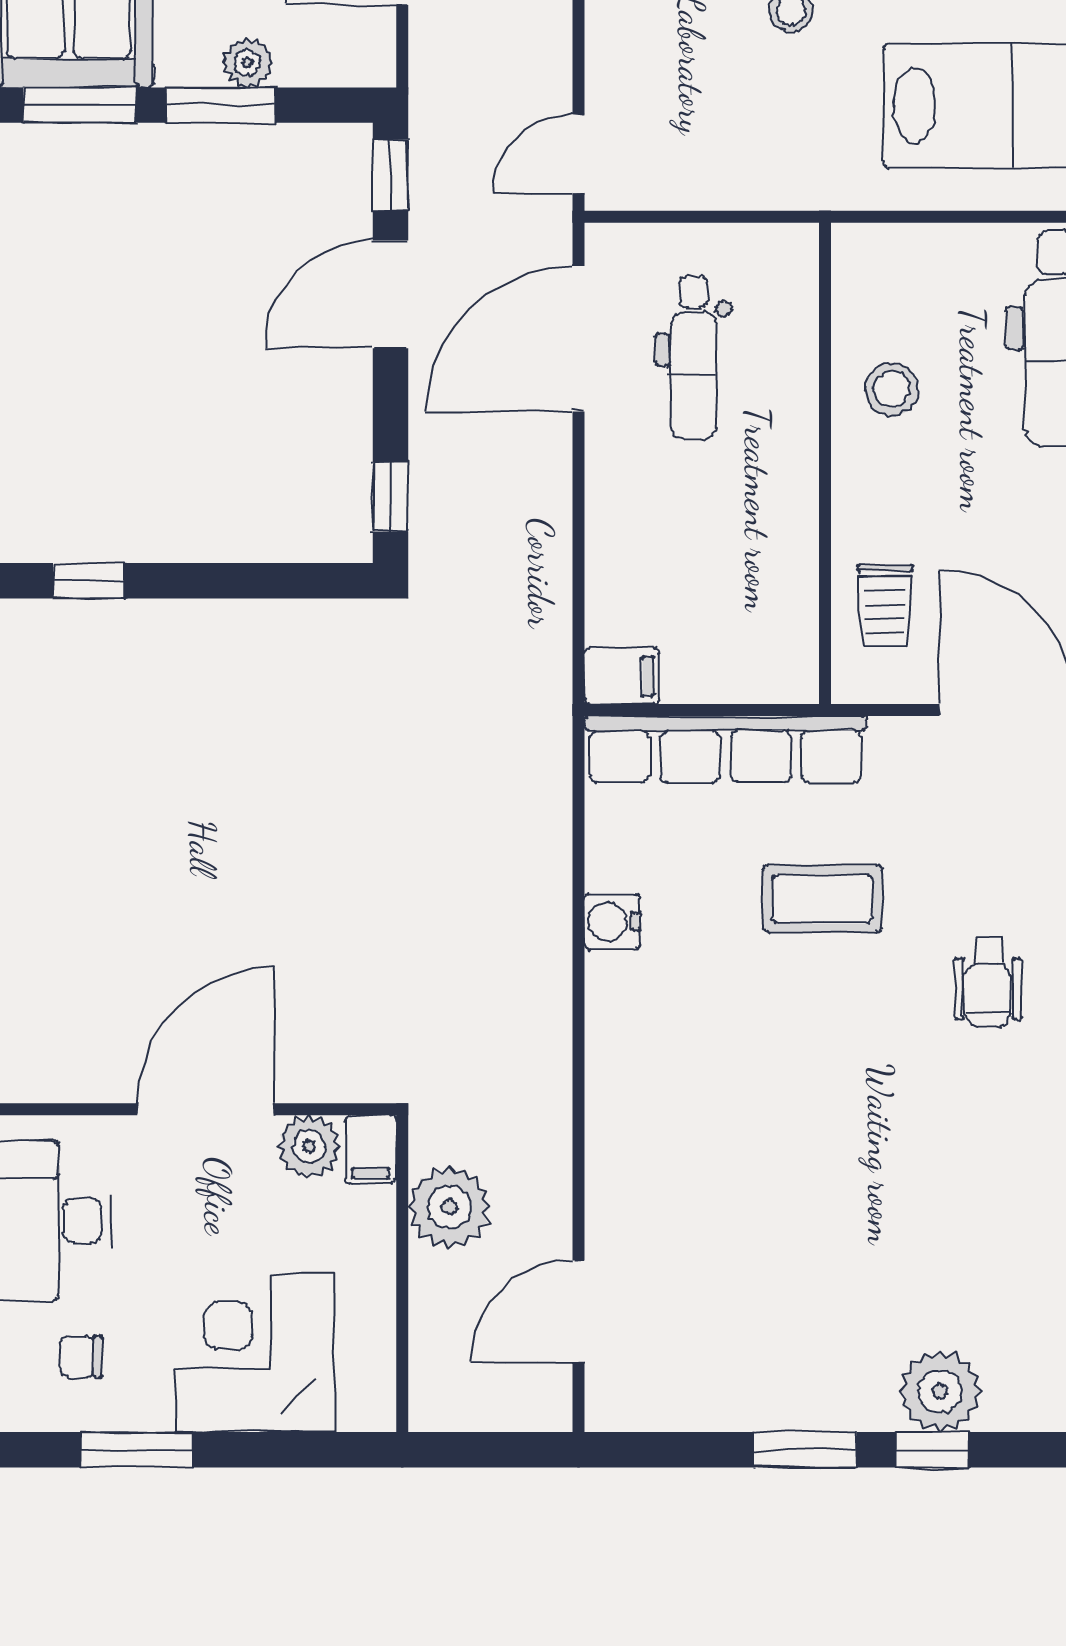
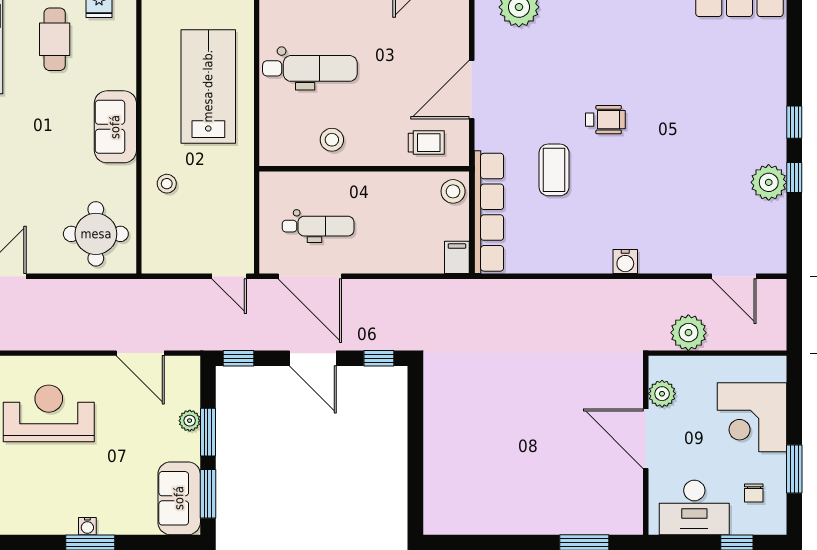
door: (391, 294) -> (313, 358), moved
window: (89, 581) -> (415, 490), removed
stool: (773, 667) -> (453, 191), added
water cooler: (612, 921) -> (625, 262), moved
wheelchair: (988, 982) -> (605, 120), moved
filing cabinet: (371, 1149) -> (663, 367), removed
plant: (940, 1391) -> (769, 182), moved
window: (805, 1450) -> (794, 177), width x0.67

